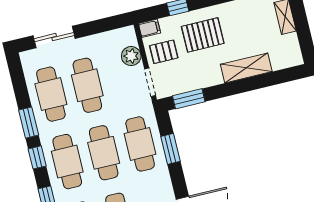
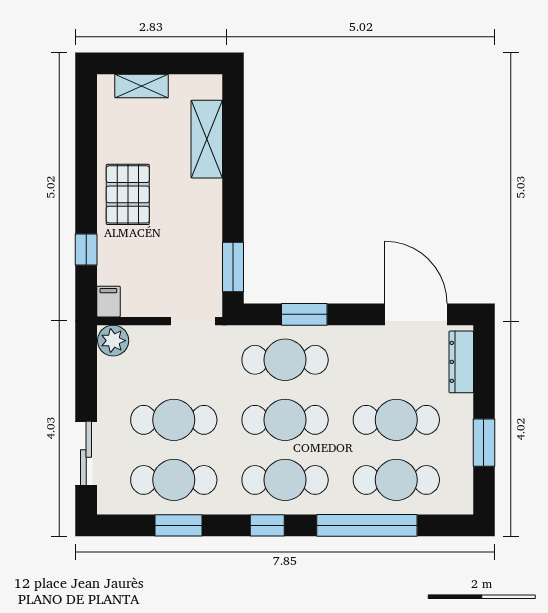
pallet: (203, 35) -> (128, 194), moved
pallet: (164, 52) -> (150, 288), removed
plant: (131, 56) -> (113, 341), moved
shelving: (246, 68) -> (207, 139), moved
window: (29, 123) -> (178, 525), moved

